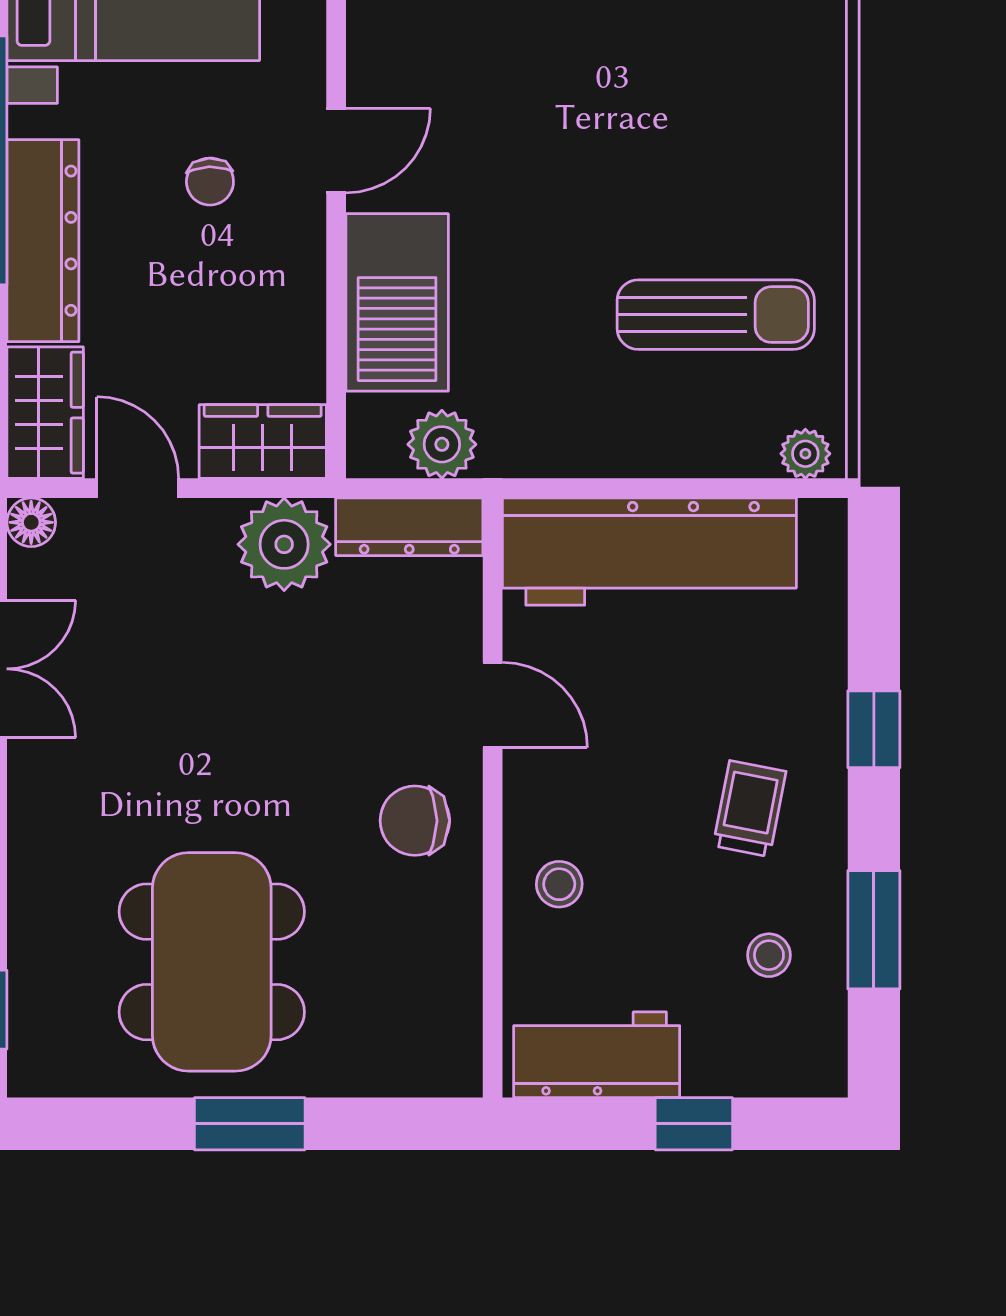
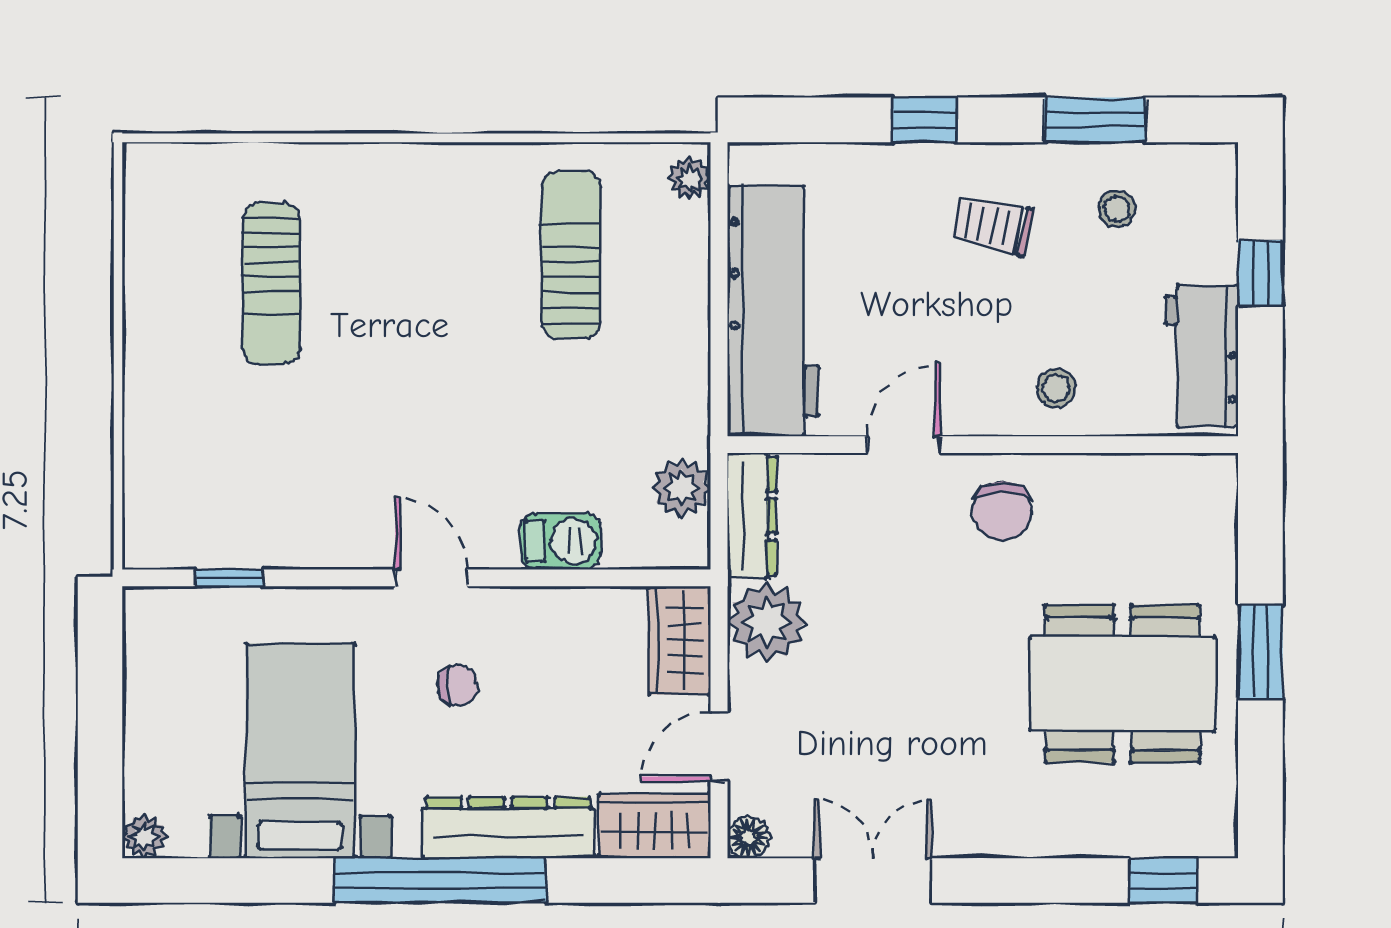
barbecue: (397, 302) -> (561, 541), width x0.53, depth x0.65

